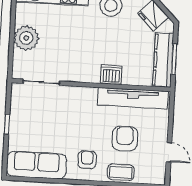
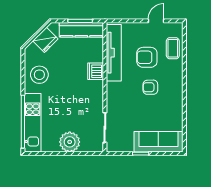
armchair: (87, 160) -> (150, 87), moved
sofa: (37, 165) -> (158, 142), moved, turned 90
coffee table: (121, 172) -> (173, 48), moved

